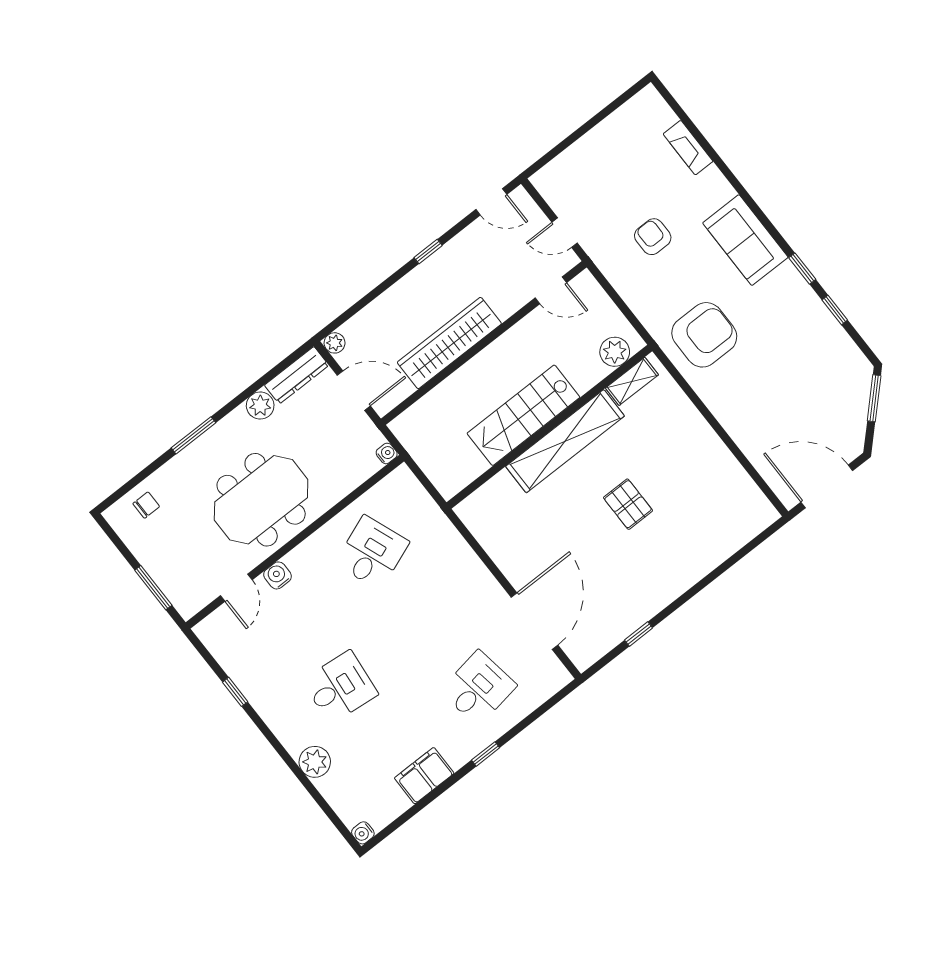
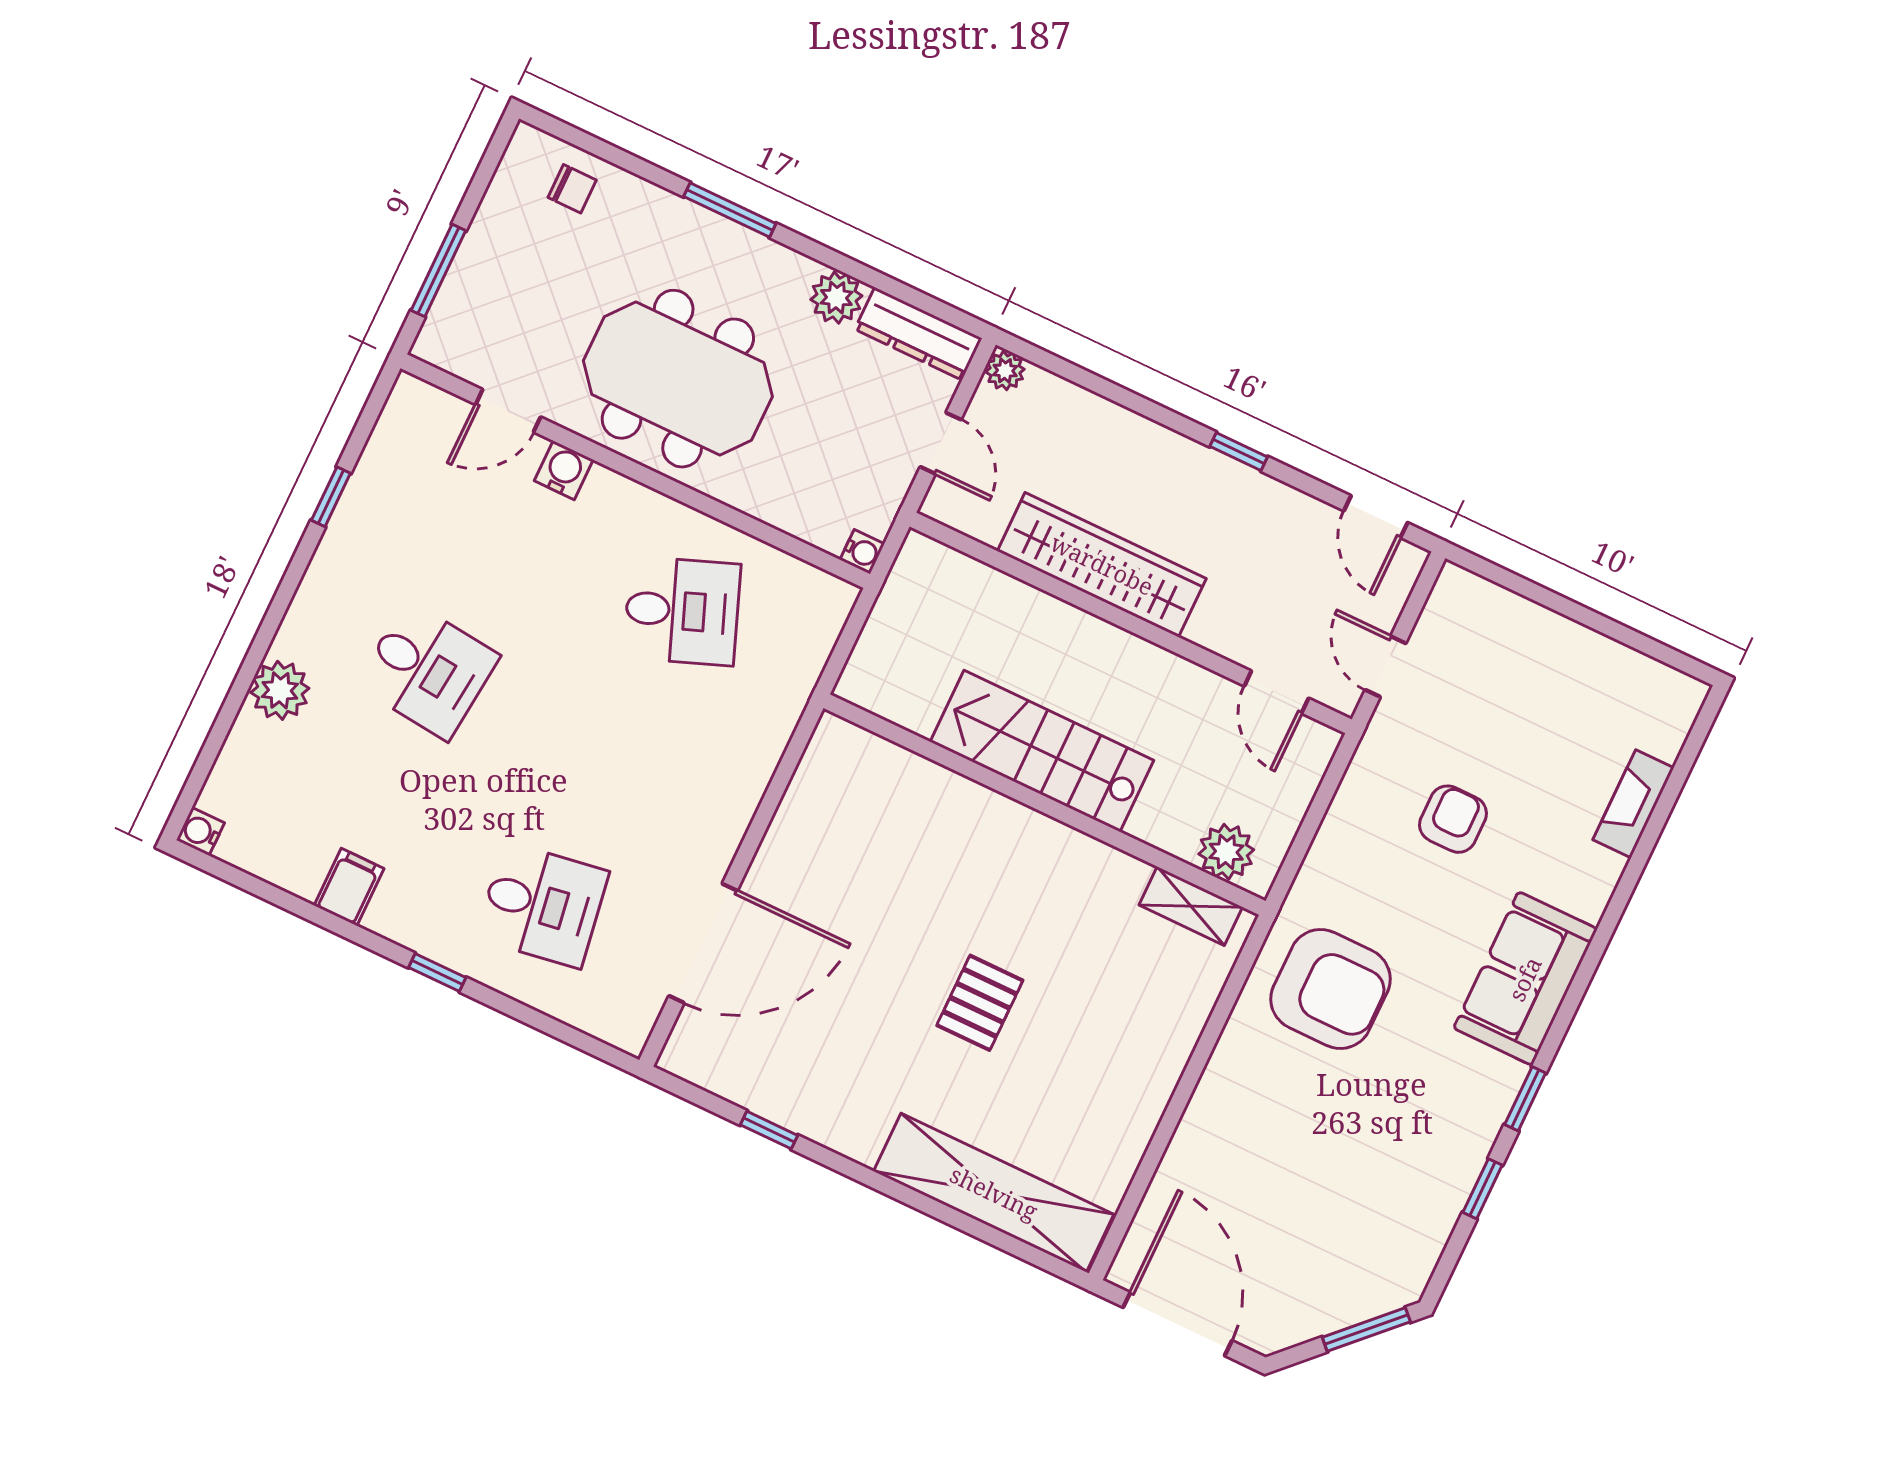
door: (354, 391) -> (941, 443), width x0.73
shelving: (565, 441) -> (994, 1193), moved
filing cabinet: (424, 776) -> (349, 887), width x0.50

